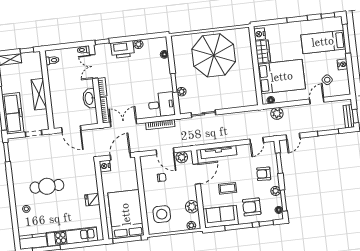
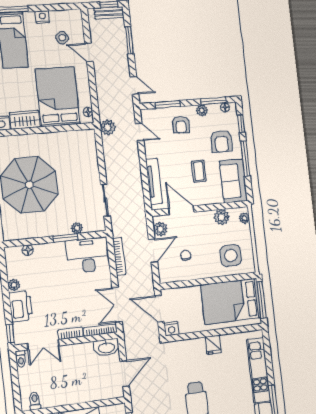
washbasin: (89, 98) -> (106, 347), moved
desk: (162, 105) -> (88, 255), width x1.37
plant: (277, 113) -> (108, 127), moved

